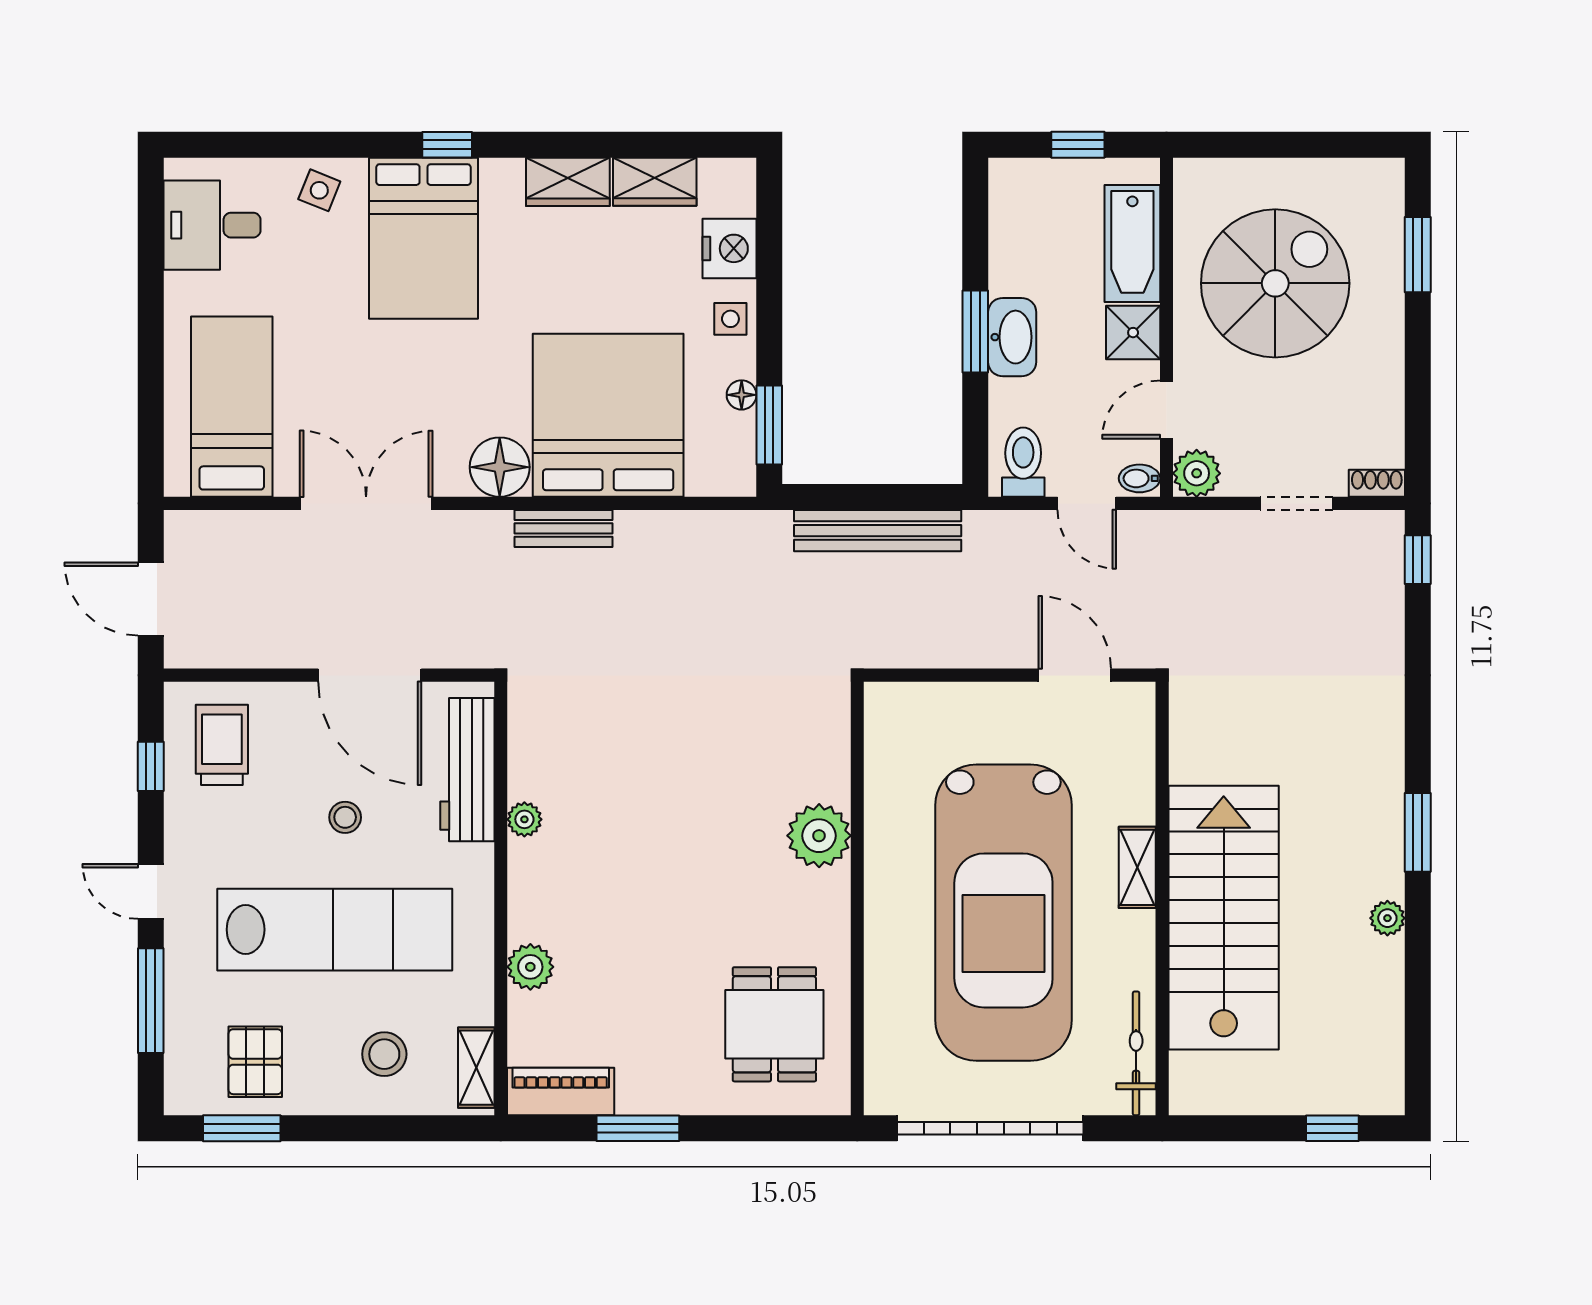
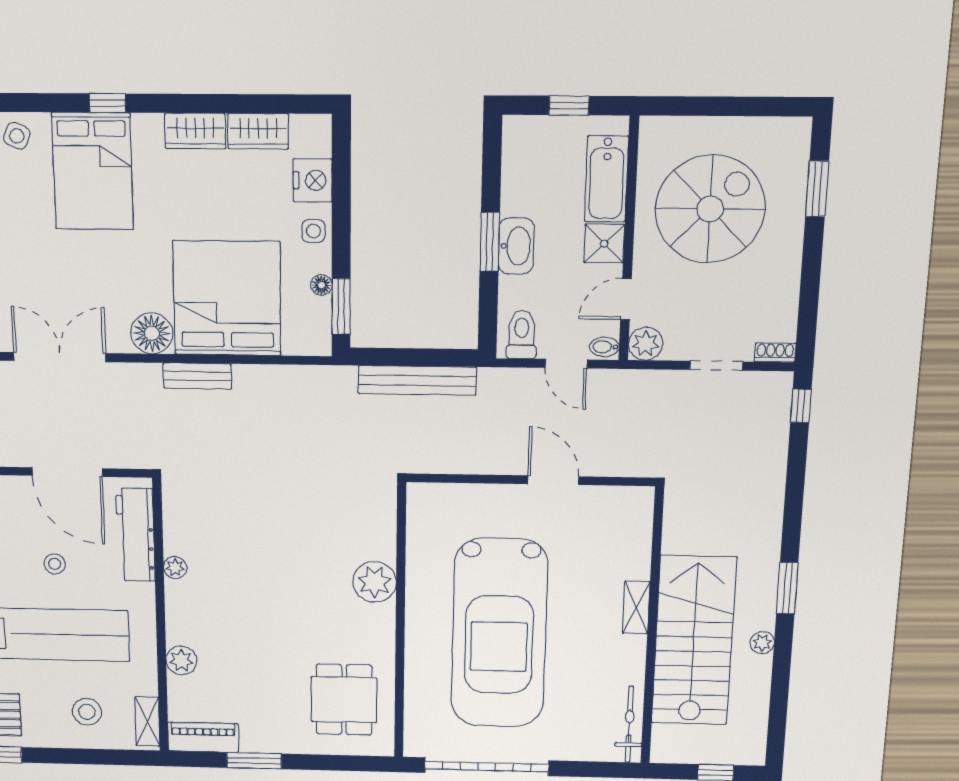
shelving: (1137, 867) -> (636, 608), moved
wall: (1162, 898) -> (652, 628), moved
stairs: (1224, 918) -> (694, 641), moved
bicycle: (1136, 1053) -> (629, 724), moved

